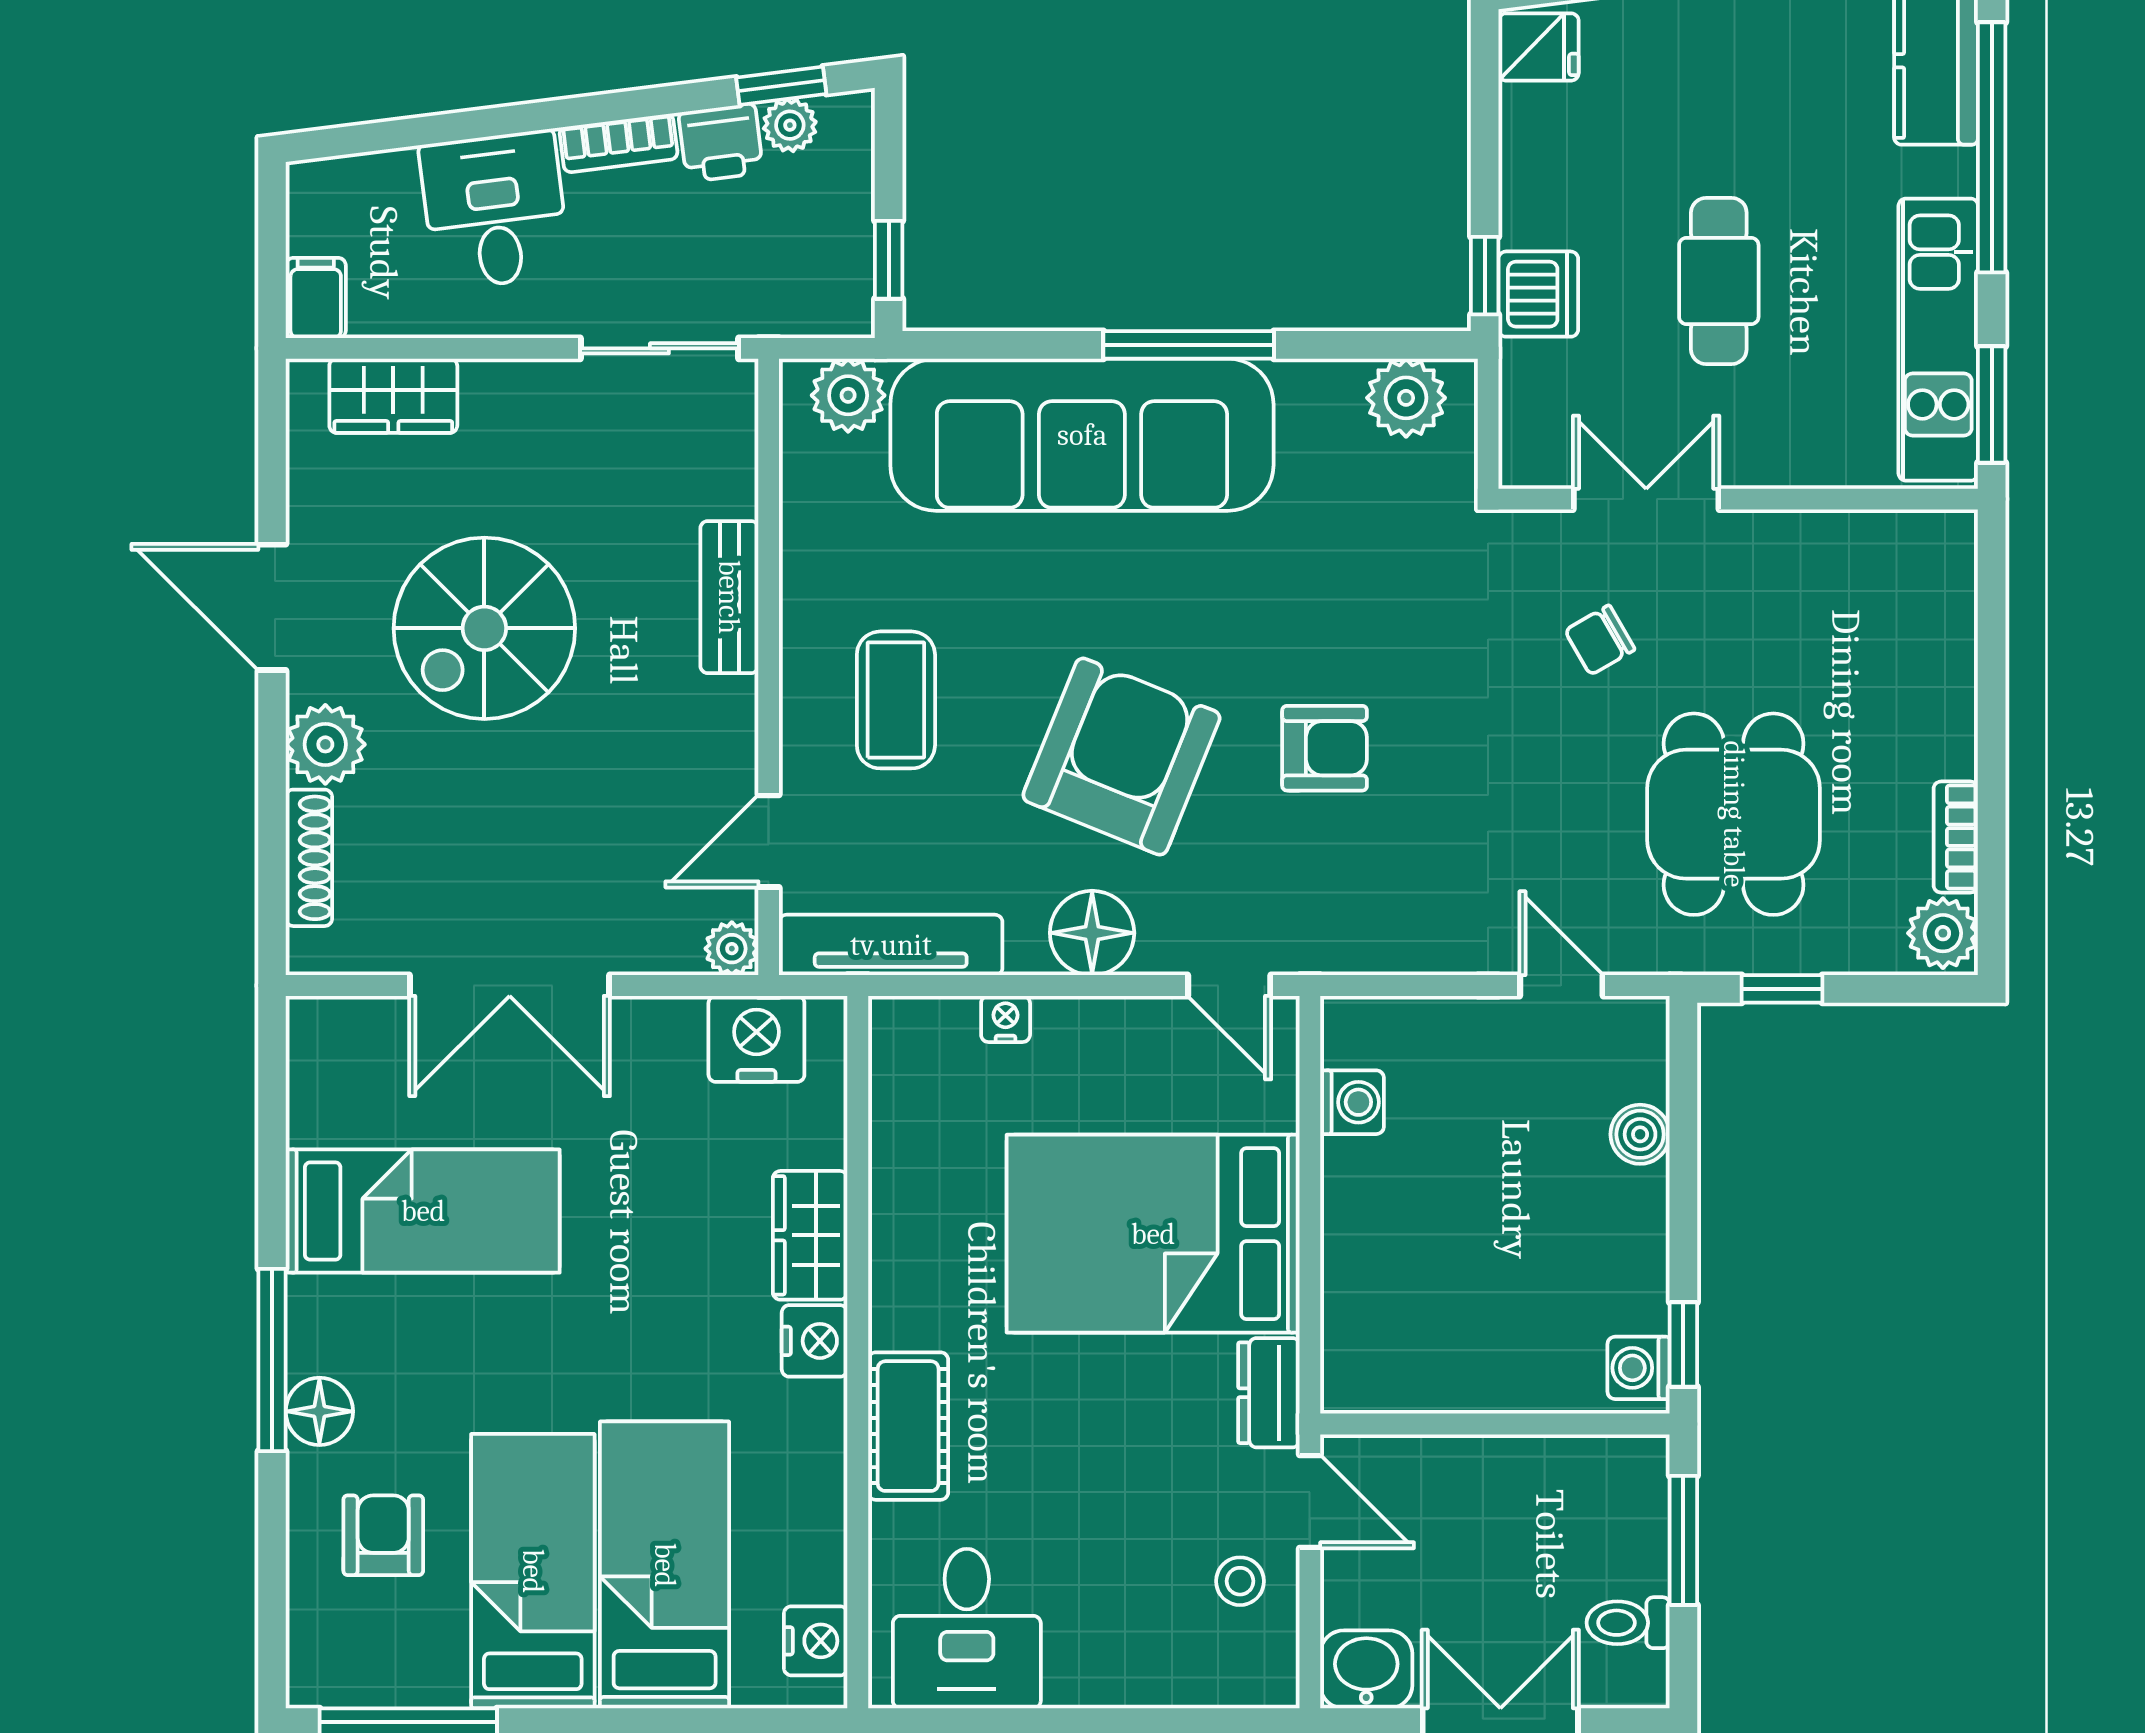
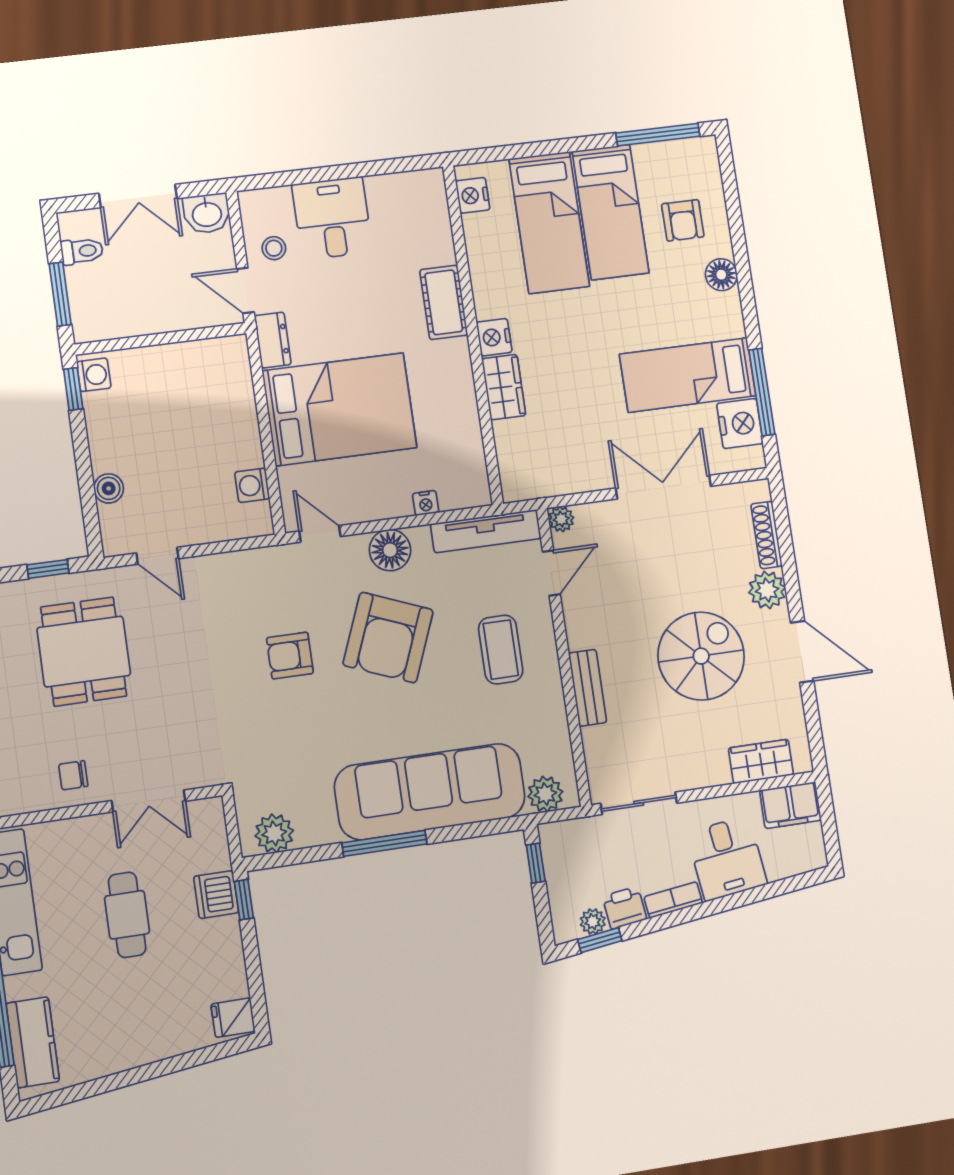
filing cabinet: (316, 298) -> (790, 805), width x2.00
chair: (1600, 640) -> (73, 775), moved, turned -150
nightstand: (756, 1039) -> (740, 424), moved, turned -90
window: (272, 1360) -> (762, 392), moved
desk: (967, 1629) -> (332, 218), moved

